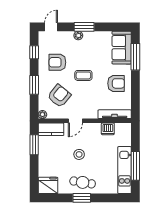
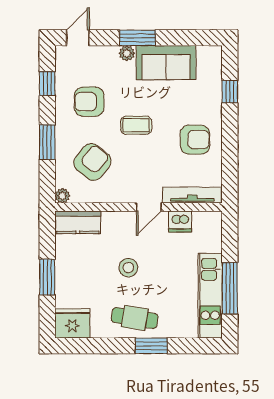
sofa: (122, 48) -> (166, 63), moved, turned -90
window: (135, 57) -> (230, 92), width x0.46
door: (75, 121) -> (149, 207), moved
window: (34, 145) -> (47, 277), moved
window: (82, 198) -> (151, 346), moved

